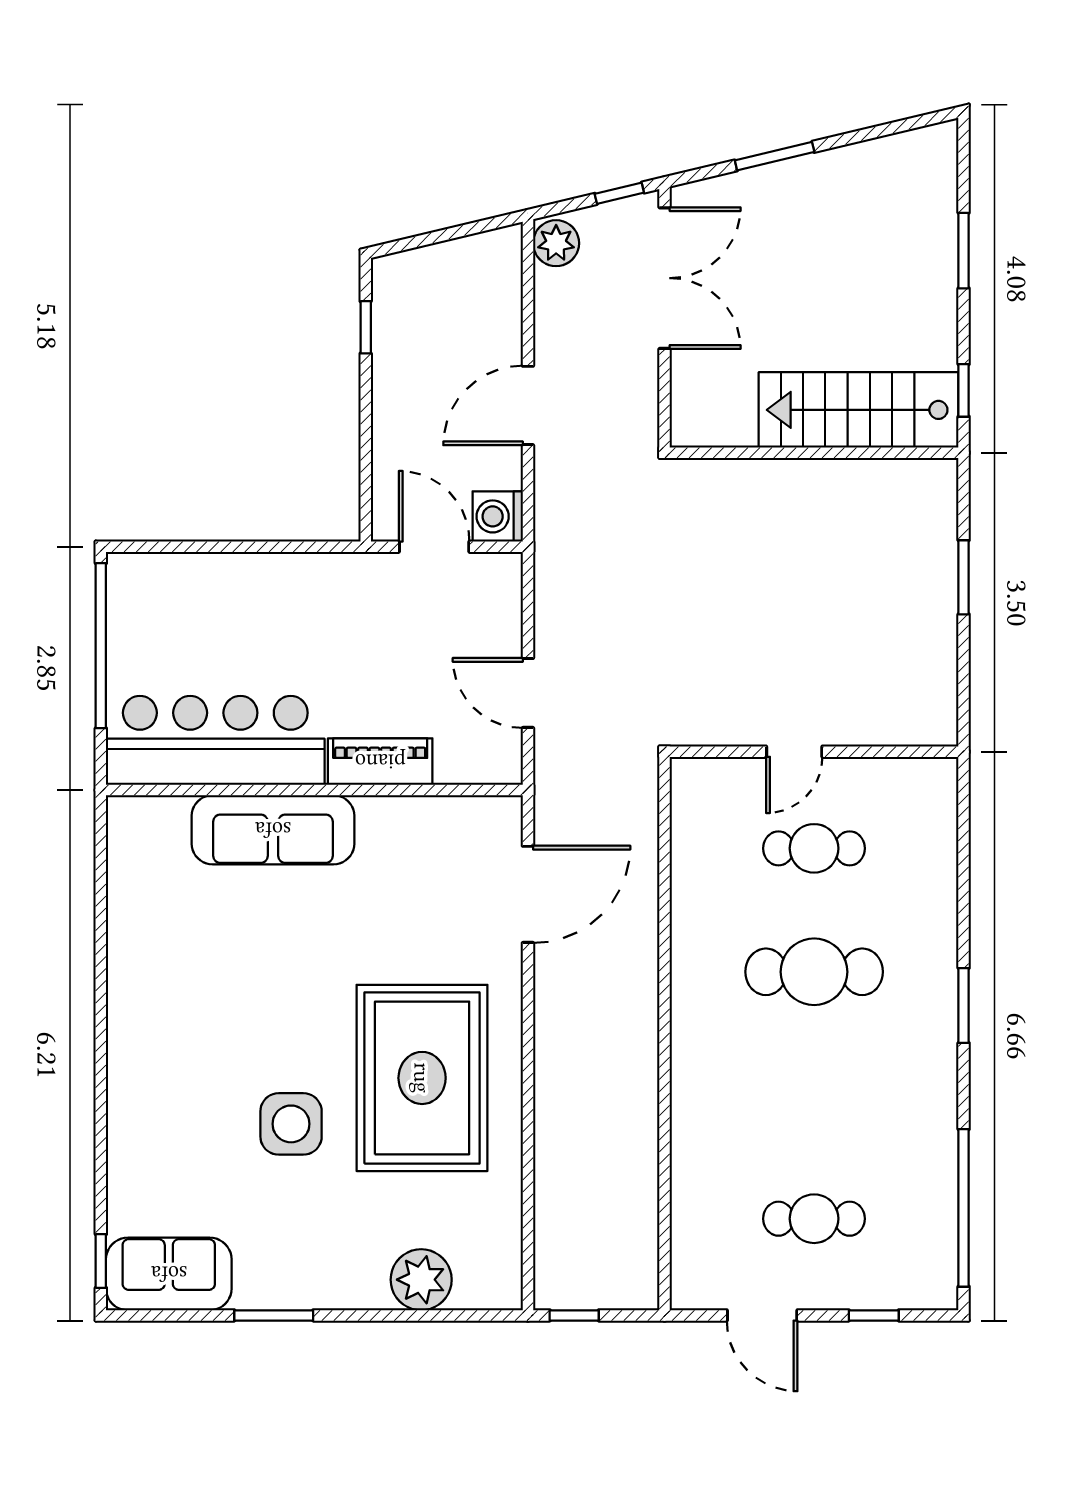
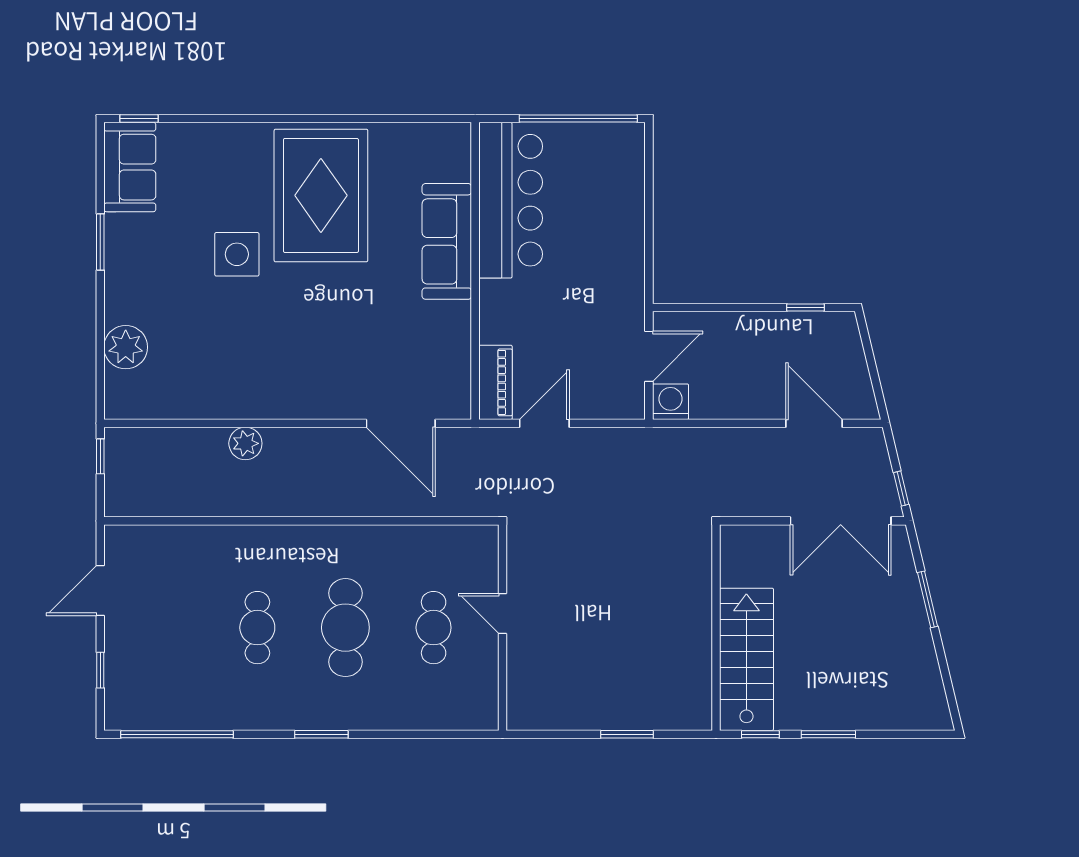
plant: (556, 243) -> (245, 443), moved
window: (964, 251) -> (828, 734), moved
door: (528, 405) -> (814, 423), moved
piano: (380, 762) -> (495, 382), moved
rug: (422, 1078) -> (321, 195), moved, turned 90
cafe table: (814, 1219) -> (257, 628), moved

